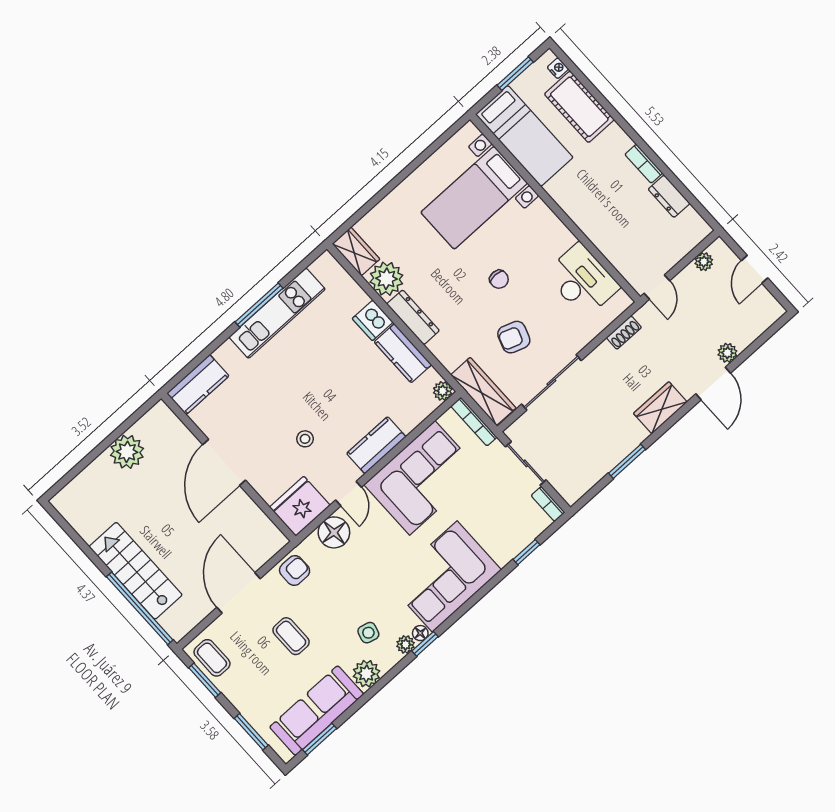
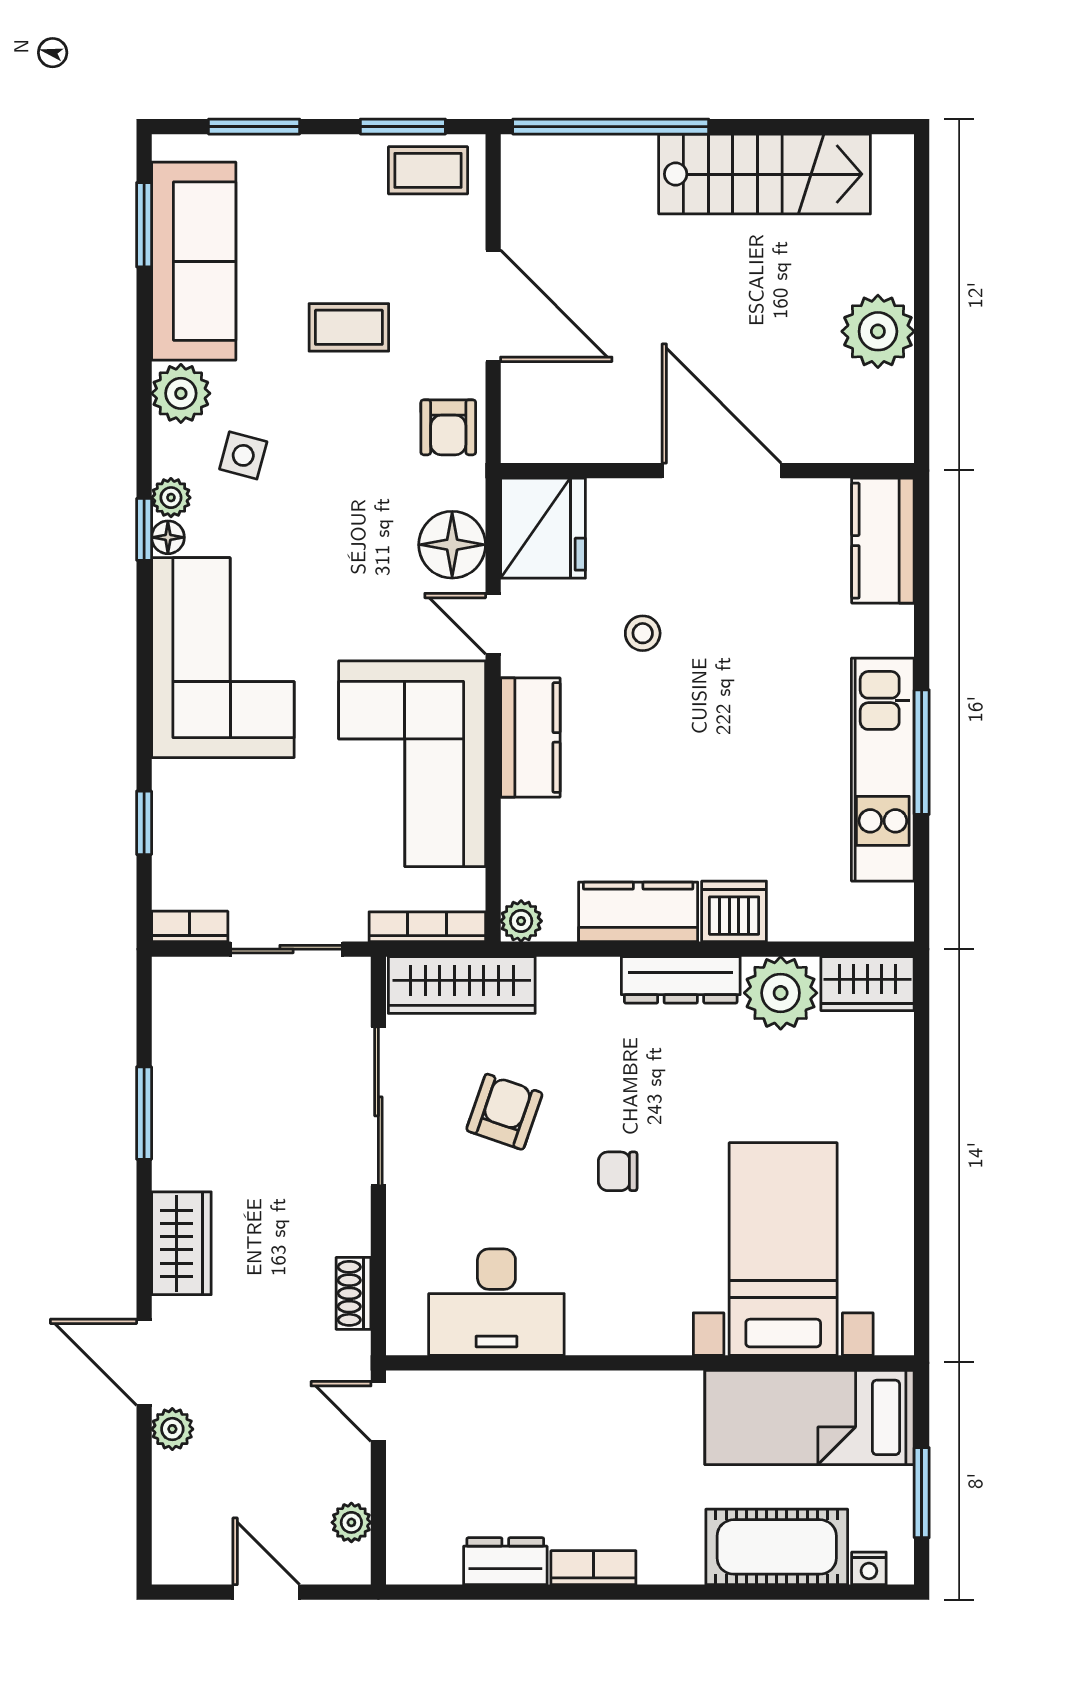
stairs: (136, 571) -> (765, 174), moved

